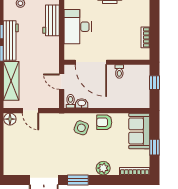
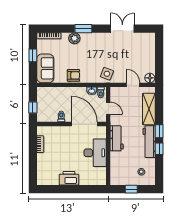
workbench: (51, 20) -> (117, 138), moved
side table: (81, 128) -> (107, 74), moved
window: (78, 180) -> (83, 29), moved

